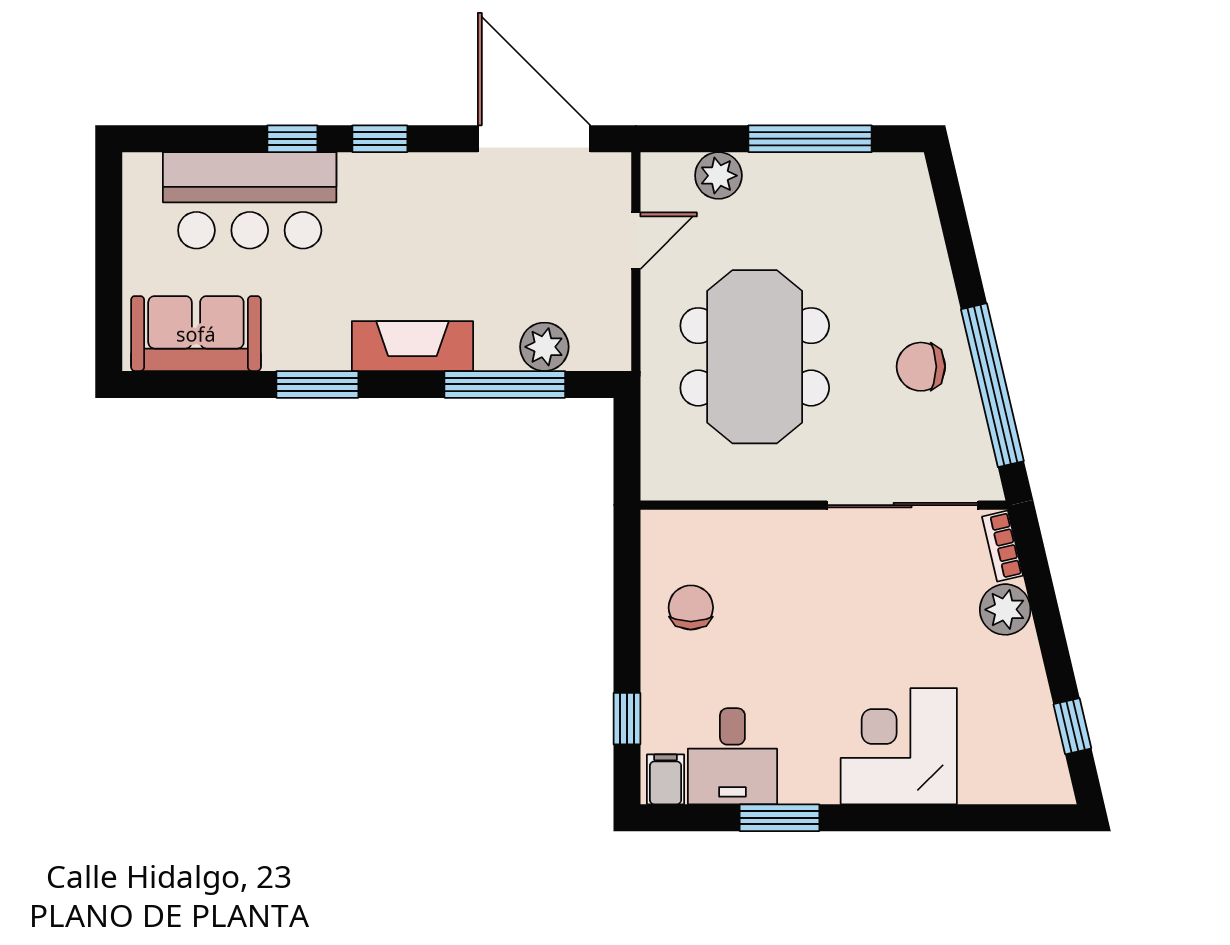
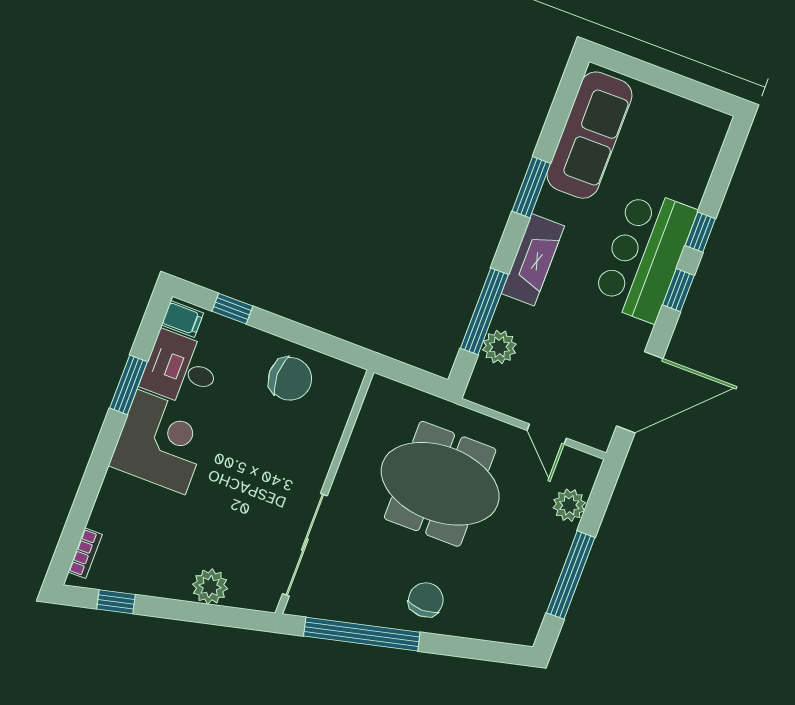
bar counter: (250, 200) -> (645, 255), moved
sofa: (196, 334) -> (589, 135), width x1.36
chair: (921, 367) -> (426, 600), moved
bookcase: (1003, 546) -> (85, 553), moved, turned 103
chair: (691, 608) -> (290, 379), width x1.37, depth x1.37
corner desk: (899, 746) -> (161, 442), moved

